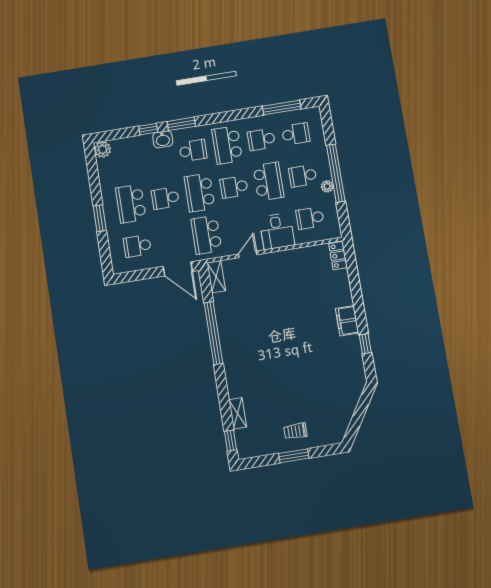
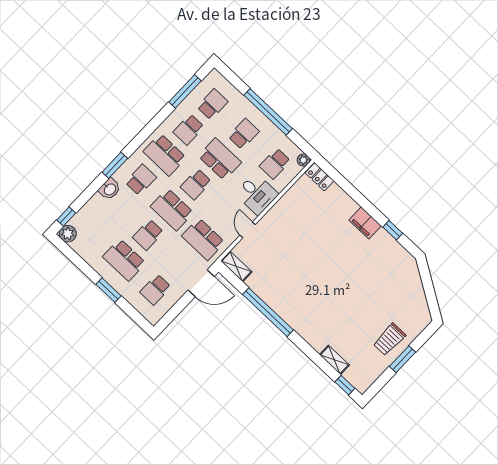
window: (148, 129) -> (66, 216), moved
school desk: (303, 176) -> (244, 134), turned 180
plant: (327, 186) -> (303, 160), moved
trolley: (295, 431) -> (389, 339), width x1.36, depth x1.39

